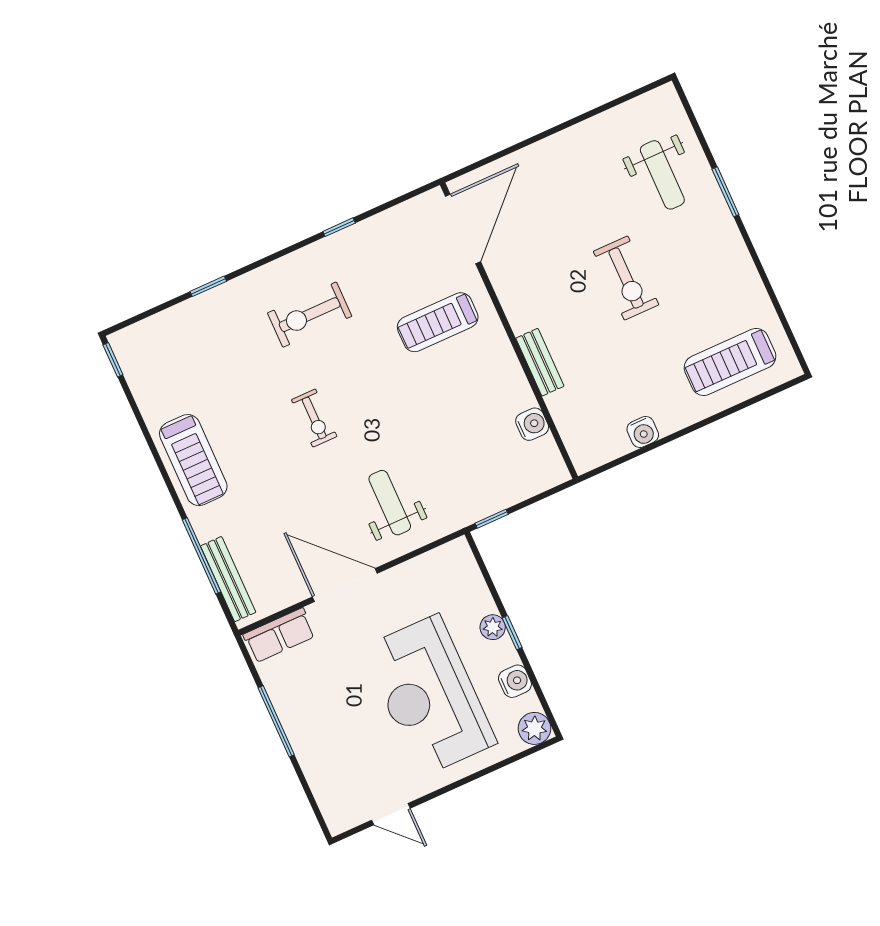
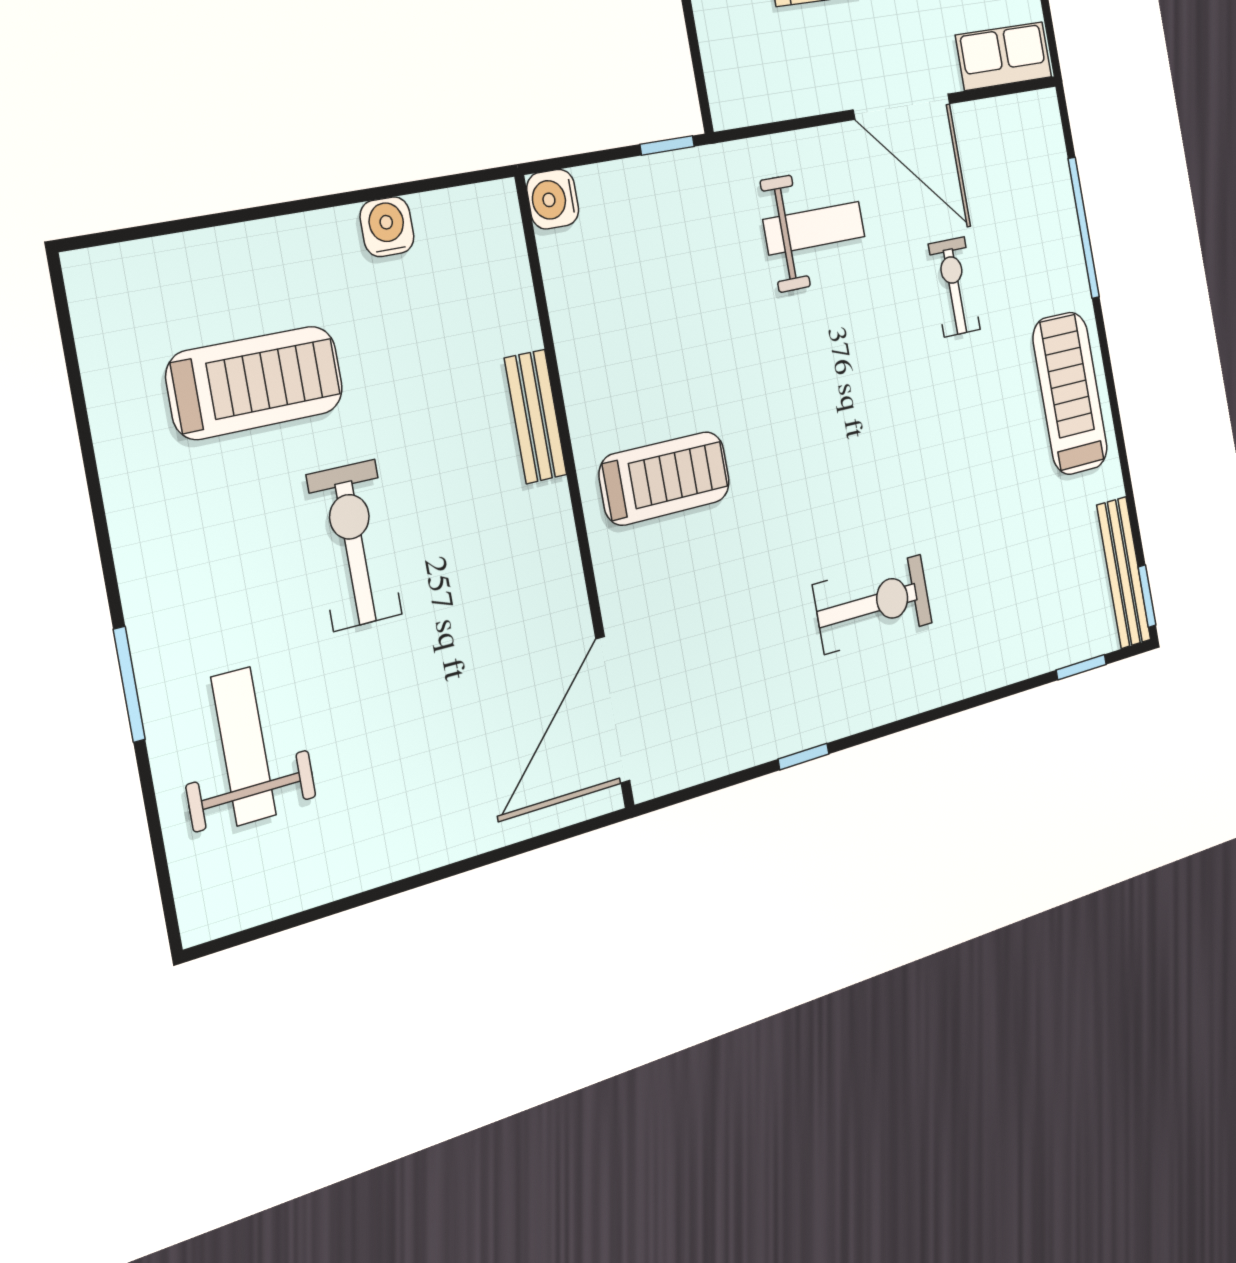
window: (208, 286) -> (1081, 667), moved
treadmill: (438, 322) -> (665, 478), moved
treadmill: (730, 362) -> (255, 382), moved
exercise bike: (314, 418) -> (954, 287), moved
water cooler: (532, 424) -> (553, 199), moved
weight bench: (390, 503) -> (814, 228), turned -90
bench: (228, 579) -> (1124, 572), moved

